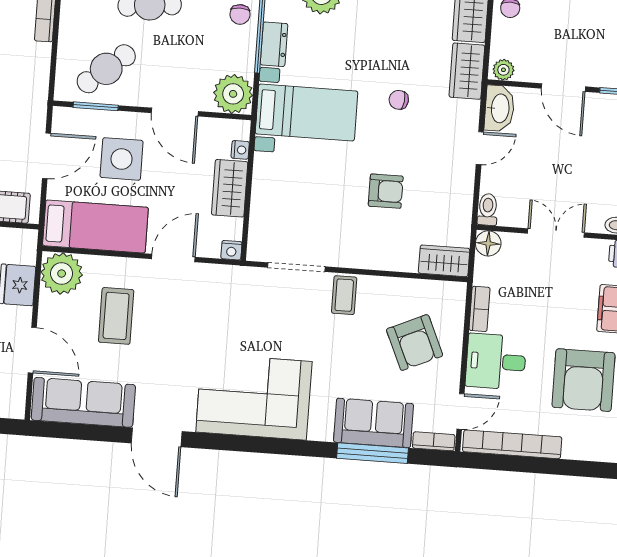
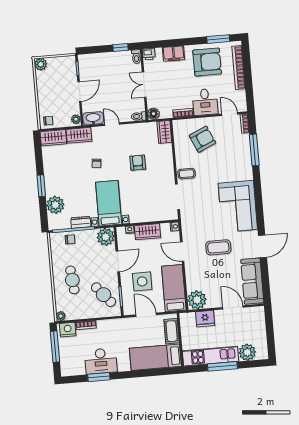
coffee table: (116, 316) -> (218, 247), moved
door: (32, 350) -> (233, 307), hinge flipped
sofa: (374, 423) -> (241, 152), removed
bookcase: (512, 444) -> (239, 68), moved

